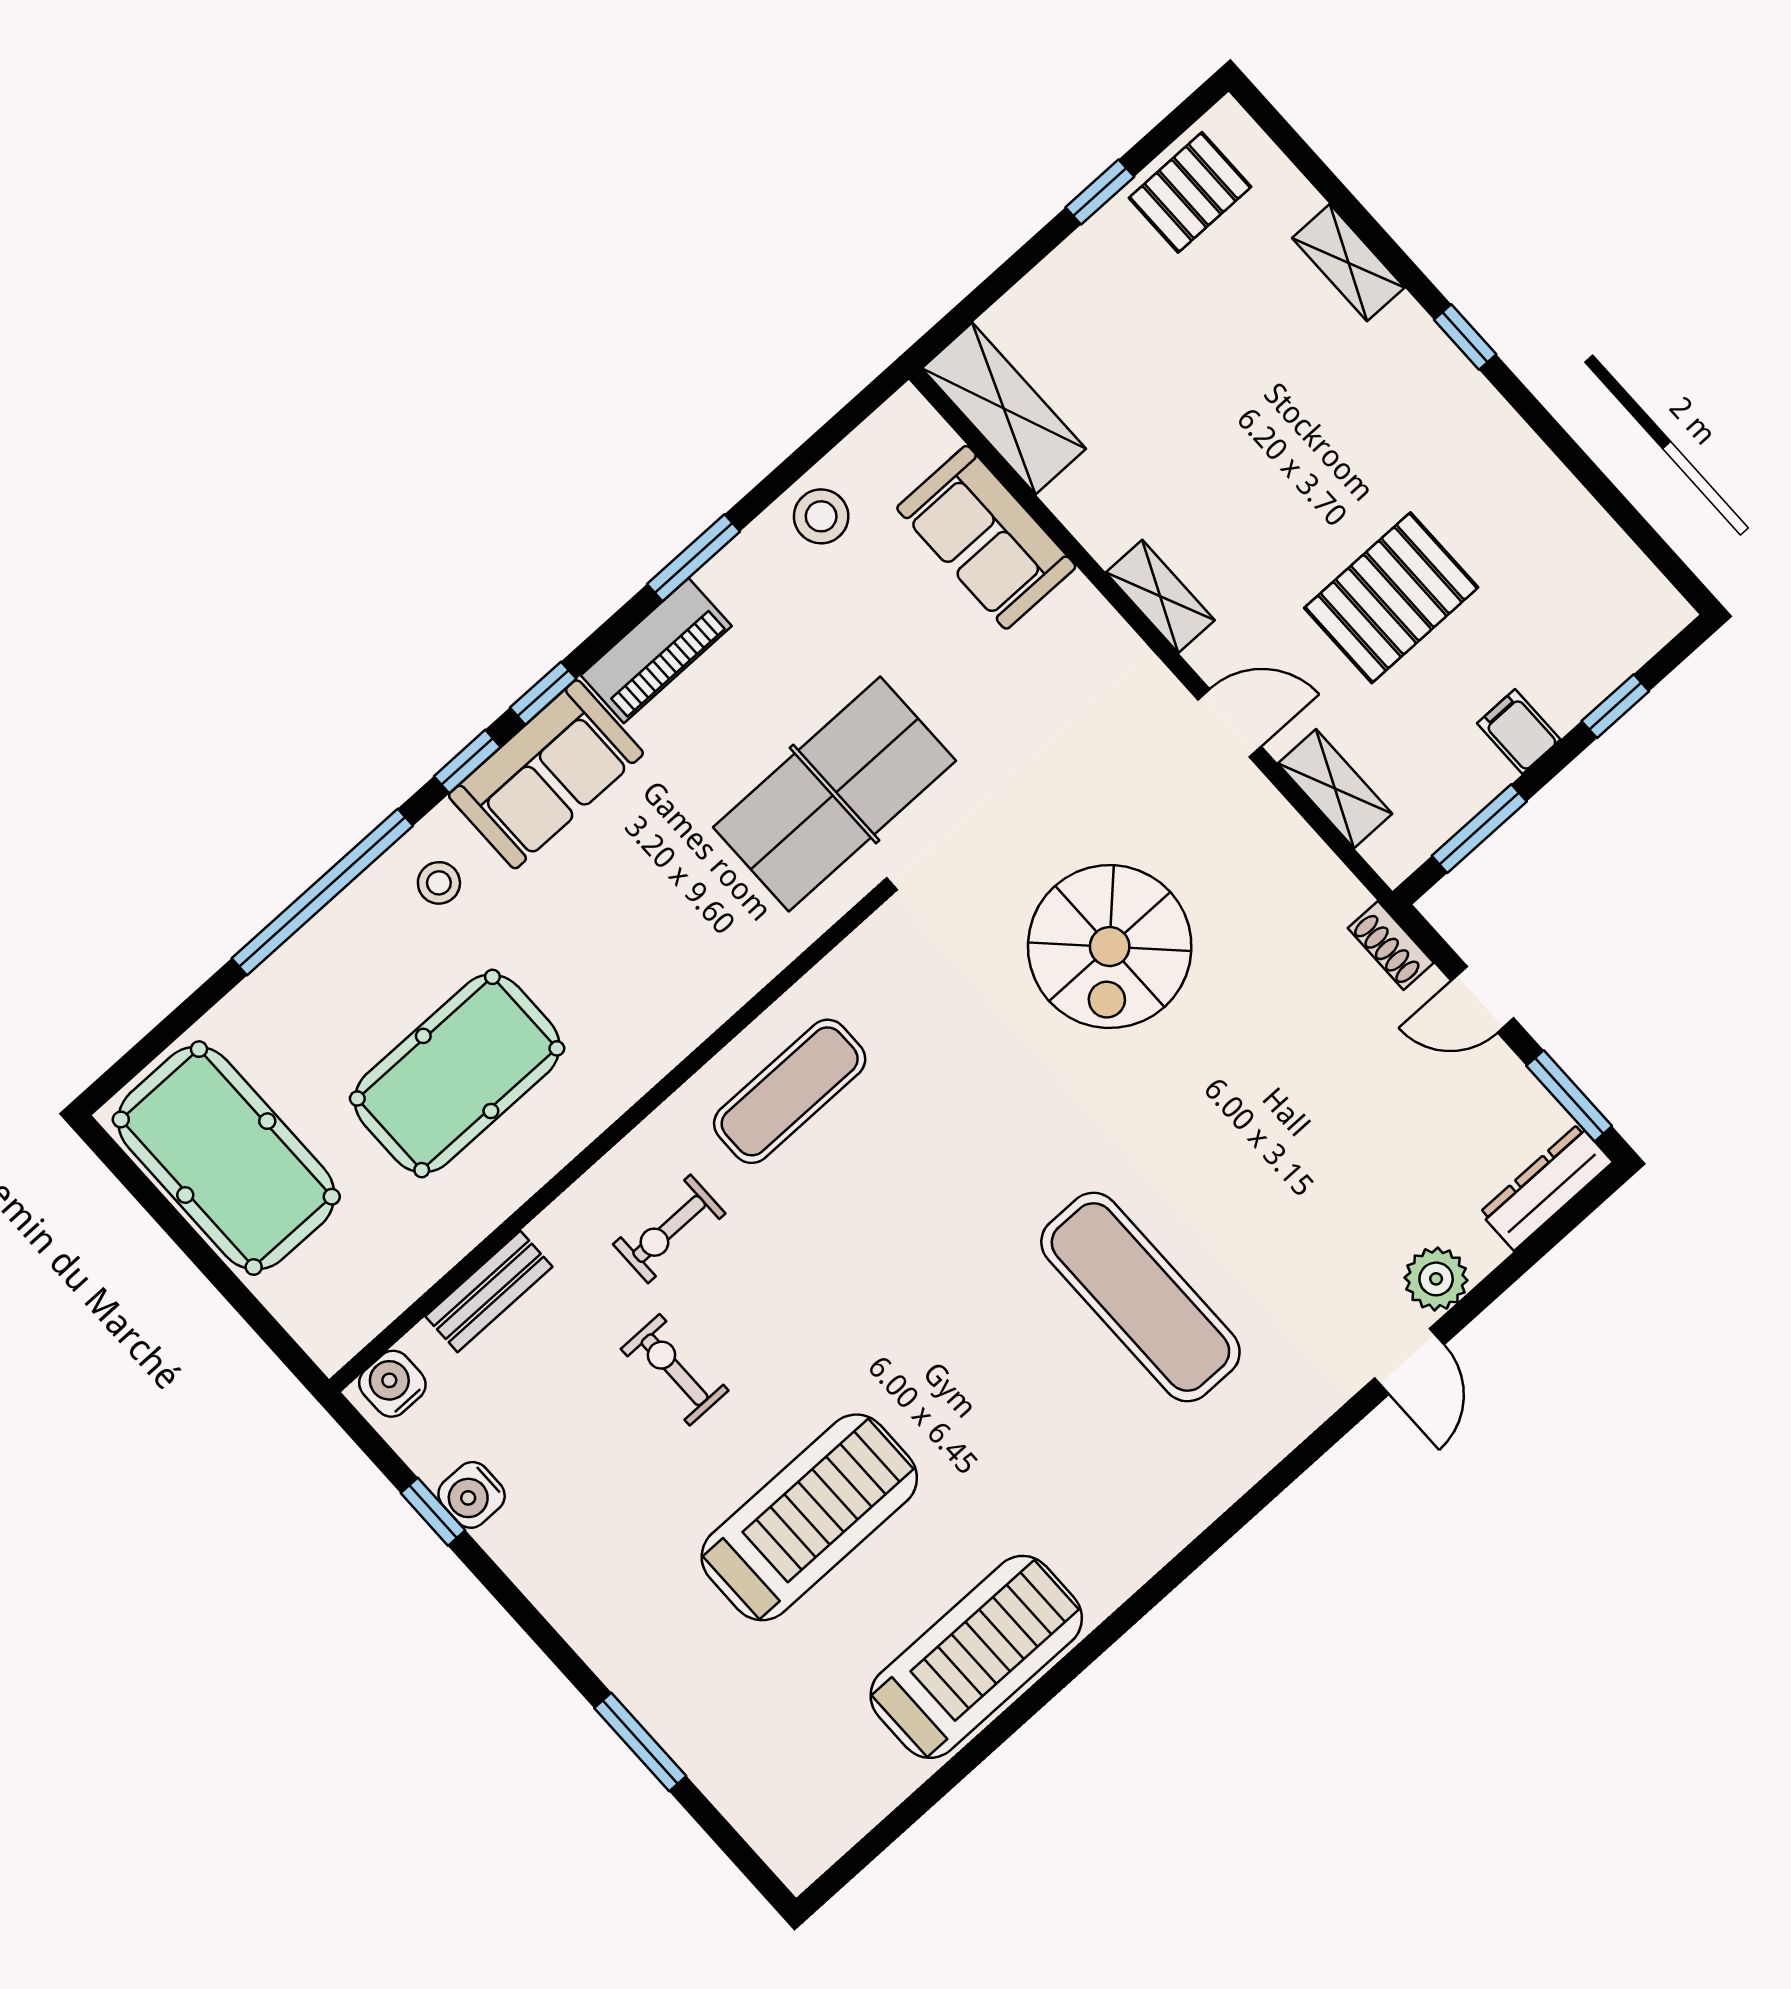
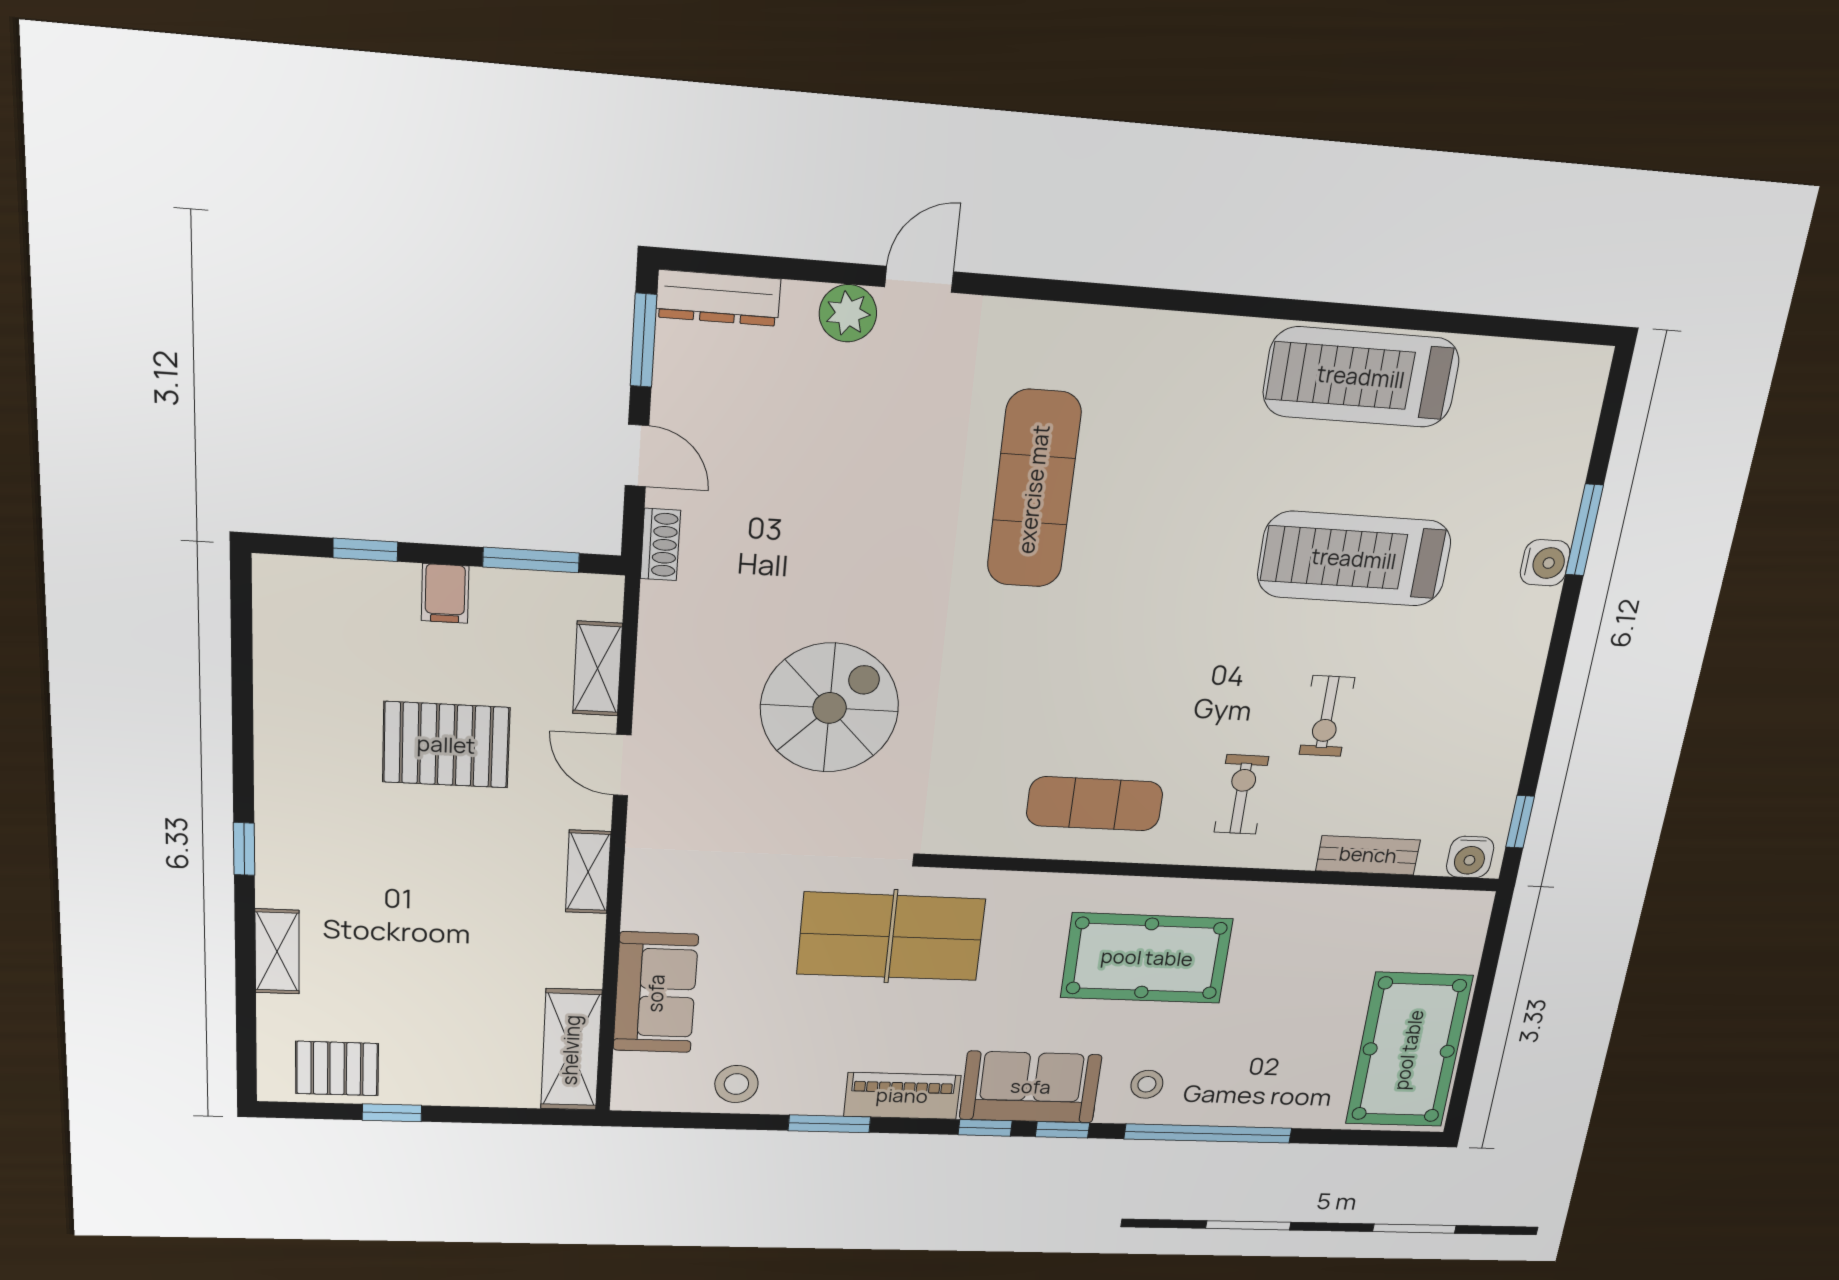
pool table: (457, 1073) -> (1147, 958), moved
exercise bike: (669, 1229) -> (1241, 794), turned -90
water cooler: (472, 1495) -> (1545, 563), moved
window: (433, 1512) -> (1520, 822), moved

